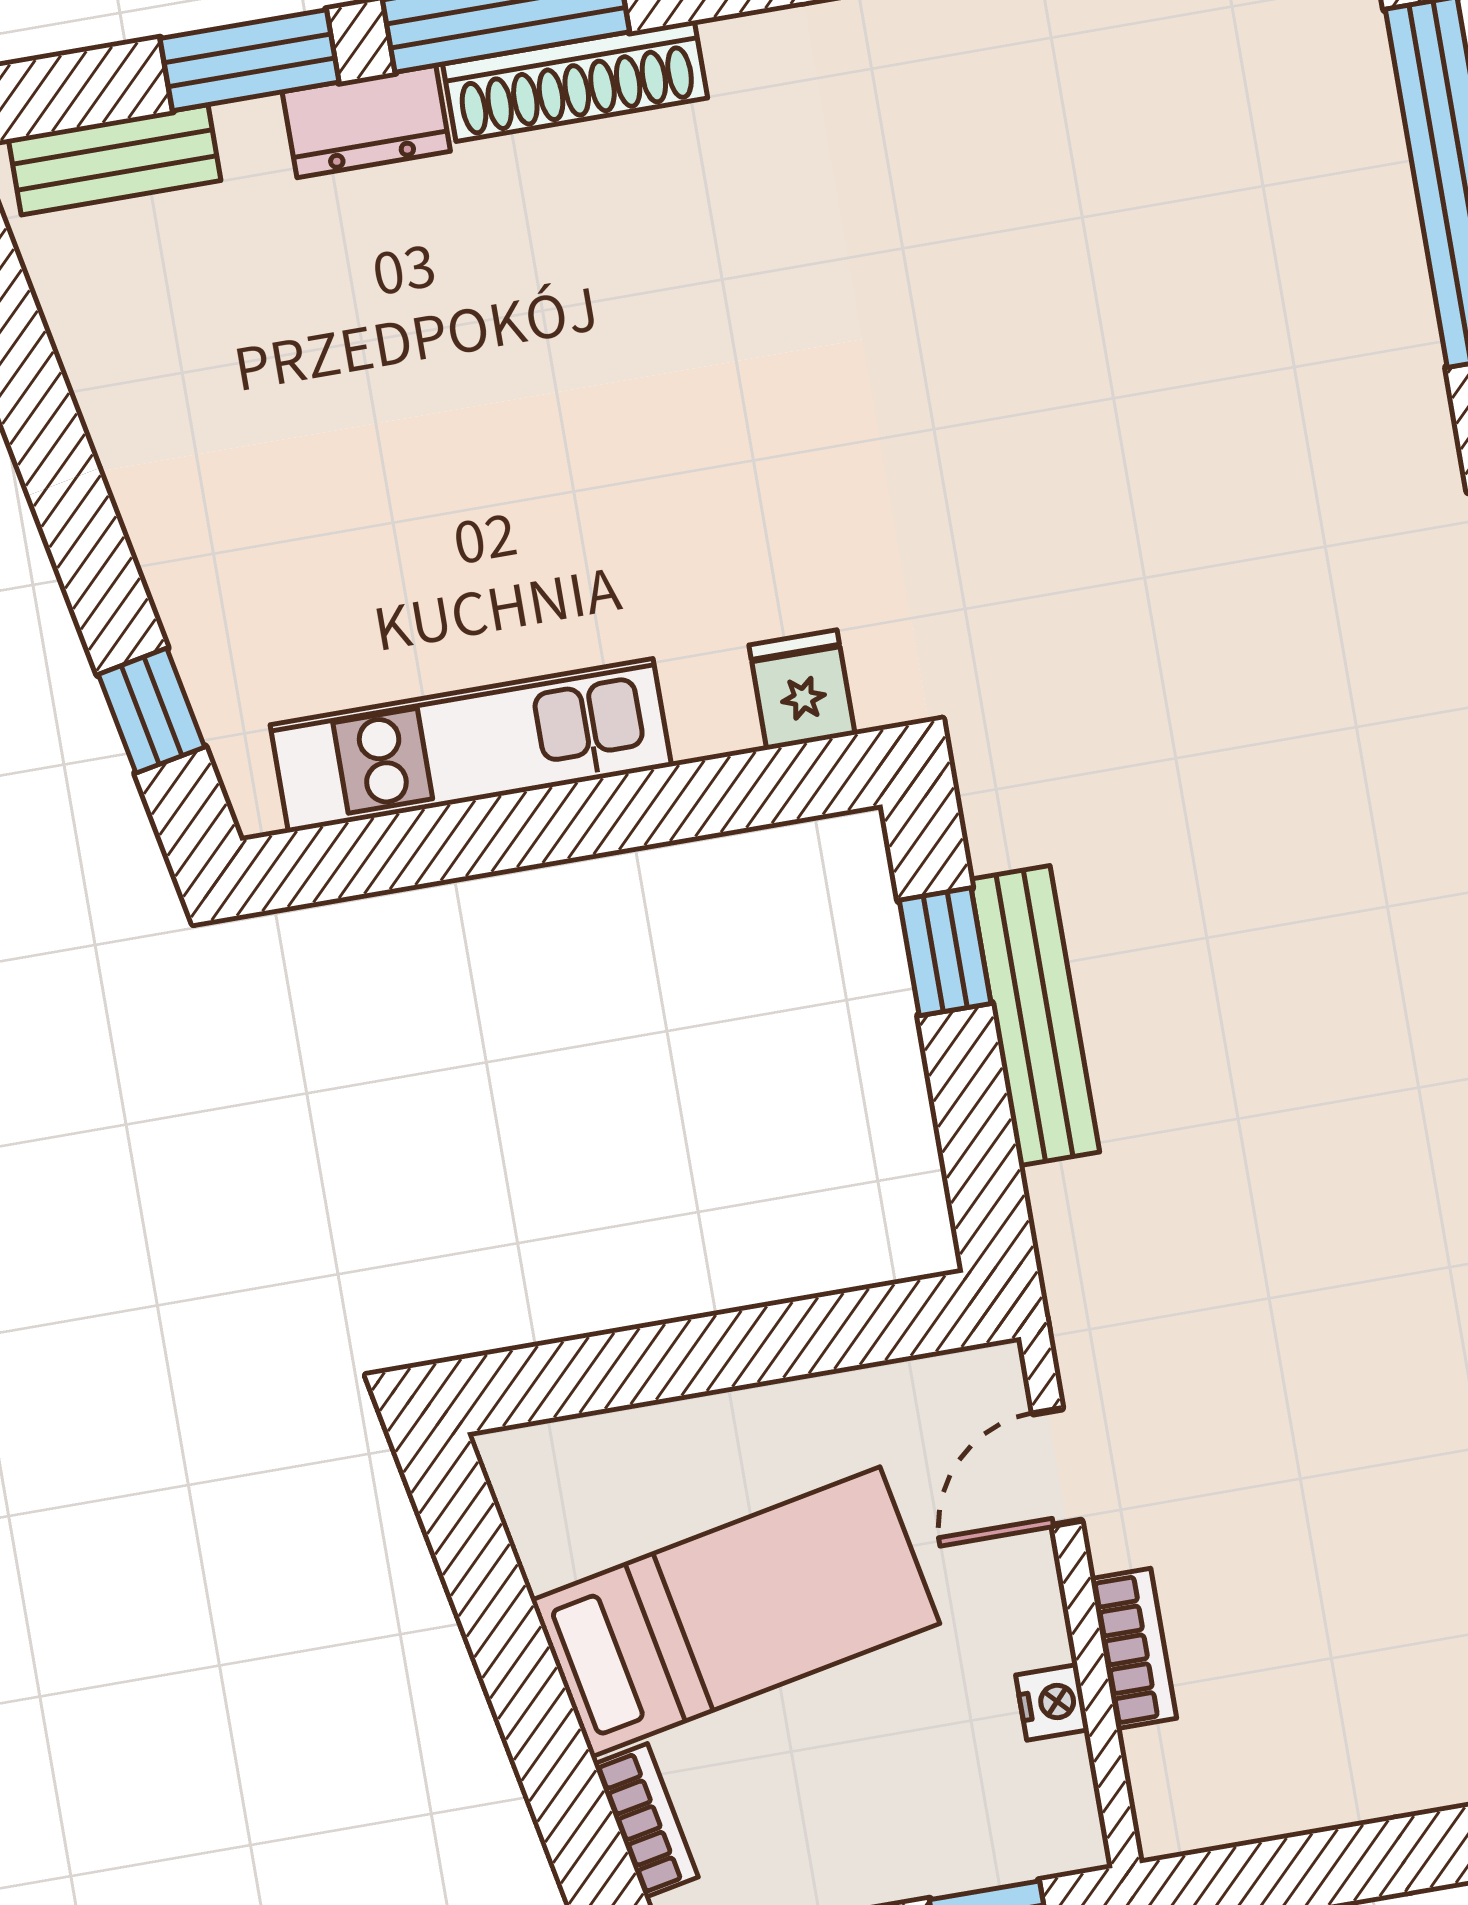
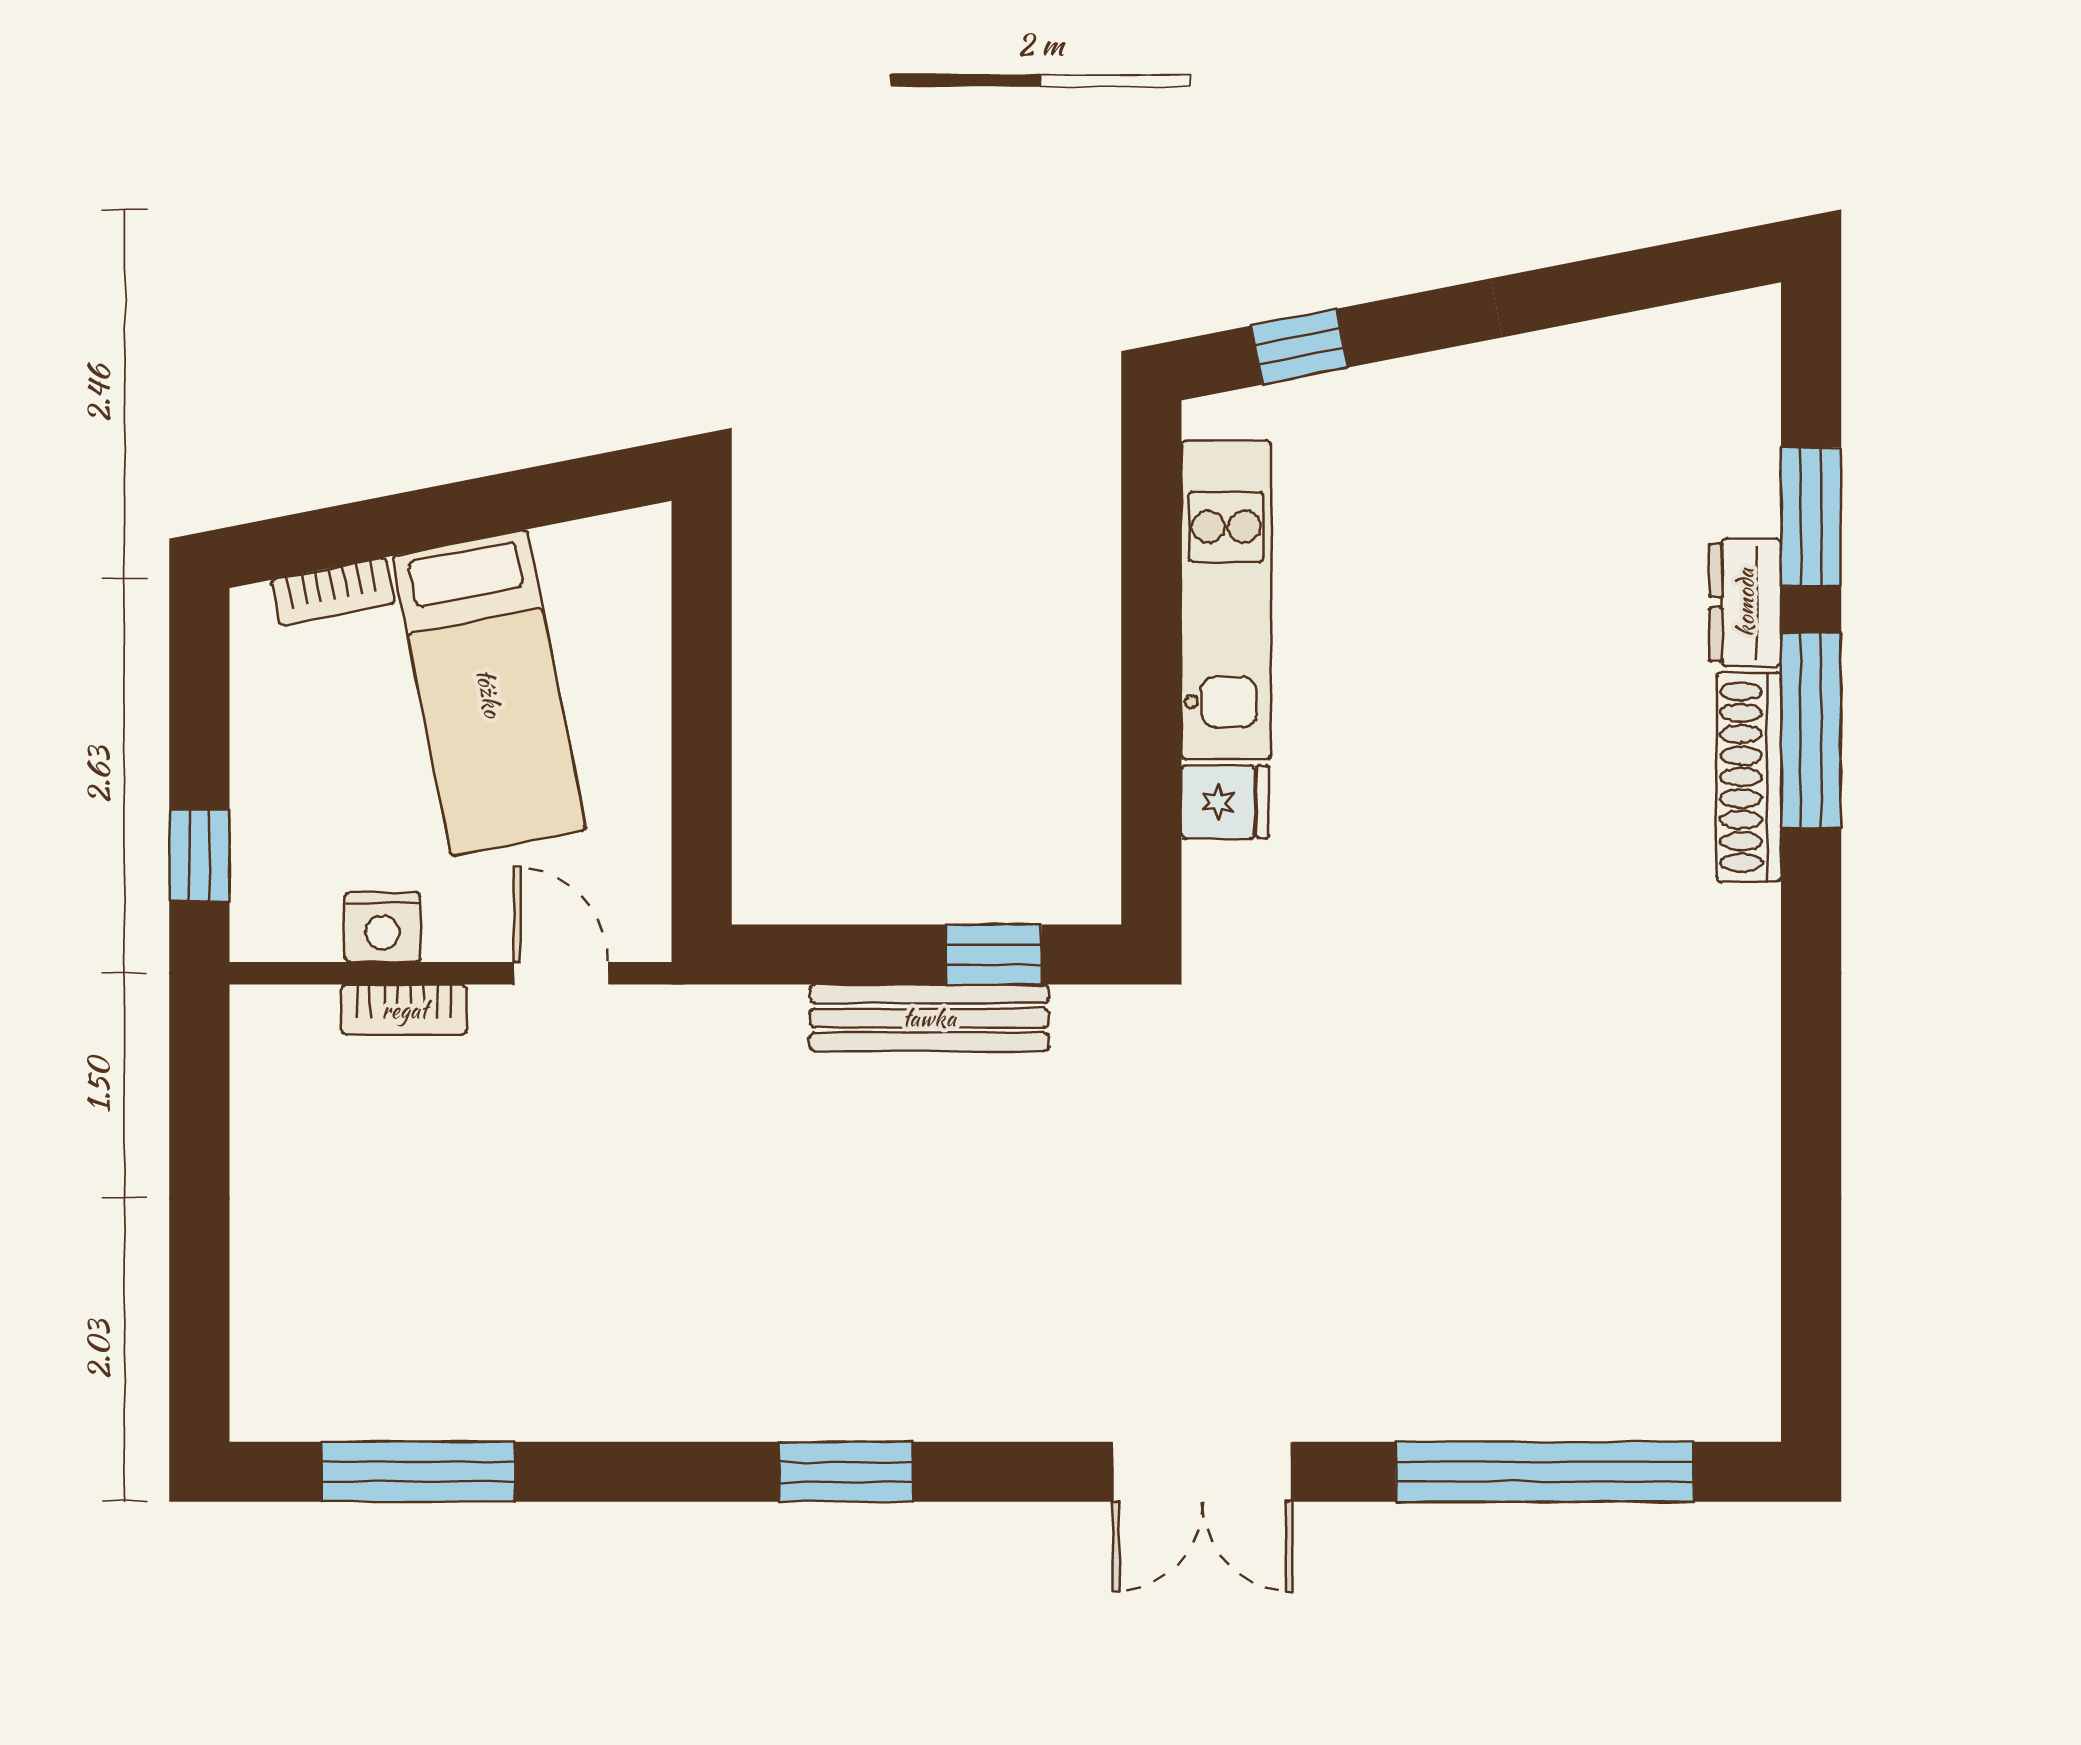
bench: (115, 160) -> (1749, 394), removed
fridge: (802, 690) -> (1225, 802), moved
nightstand: (1052, 1702) -> (382, 927), width x1.39, depth x1.35

